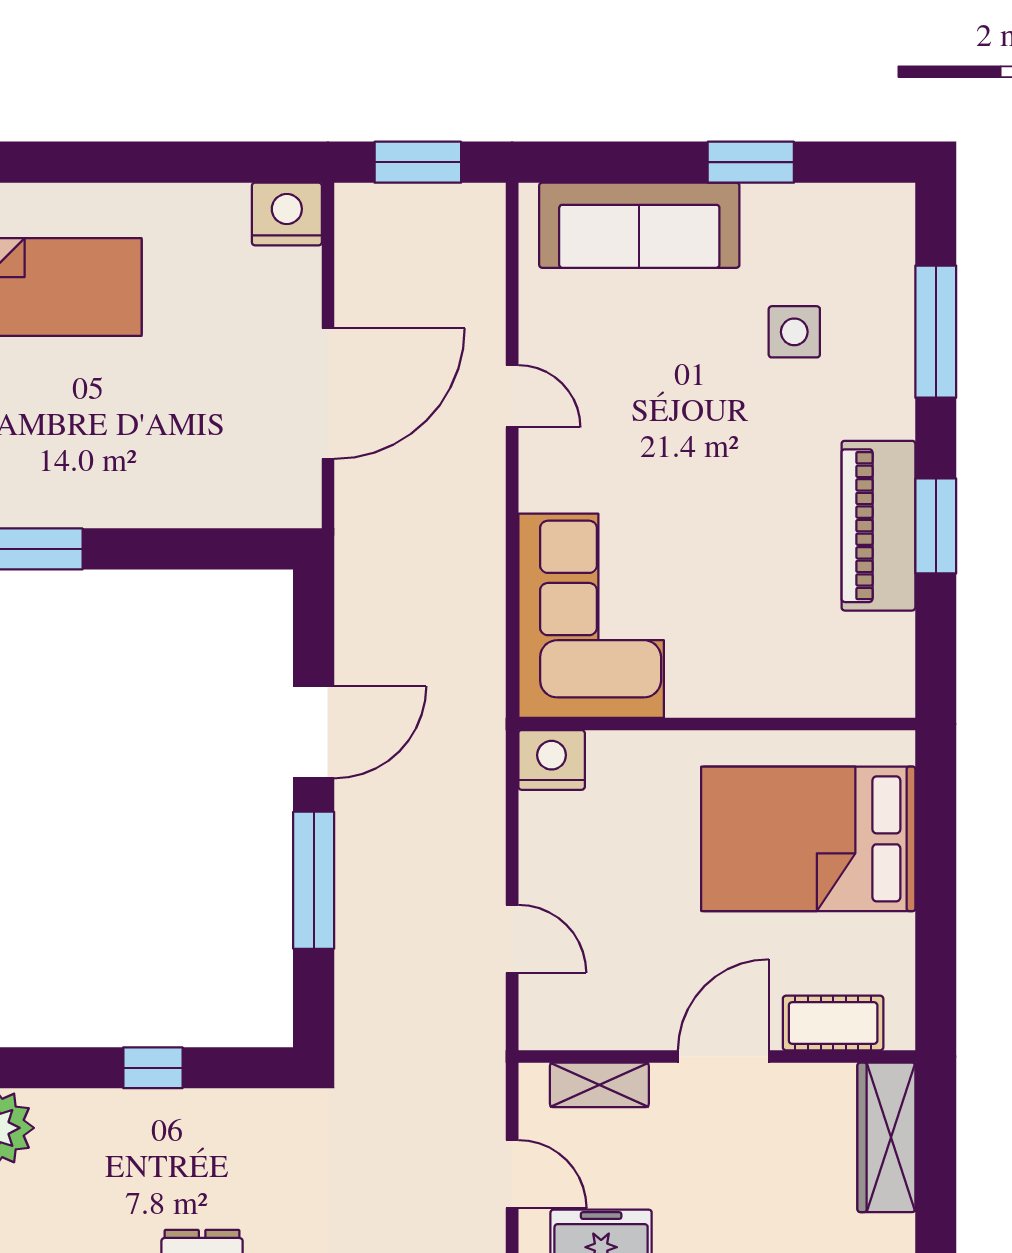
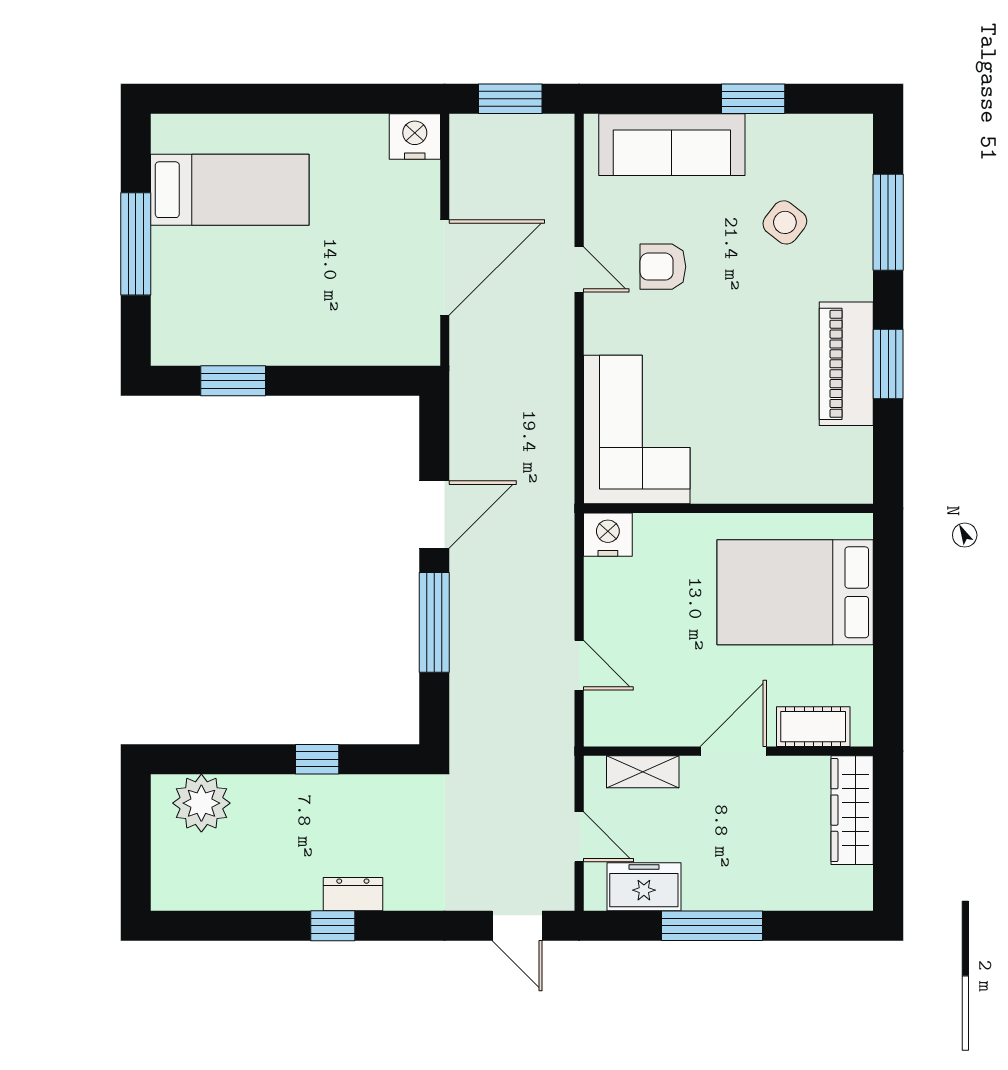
side table: (794, 332) -> (785, 222), turned 38
armchair: (627, 392) -> (663, 267), added

